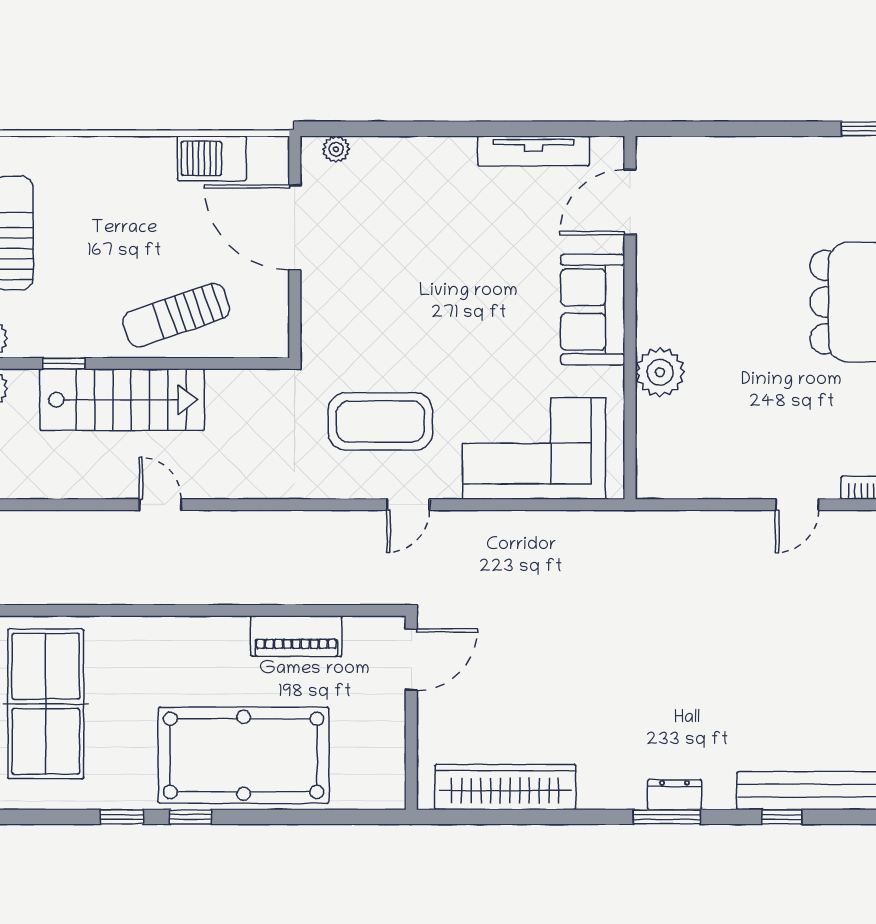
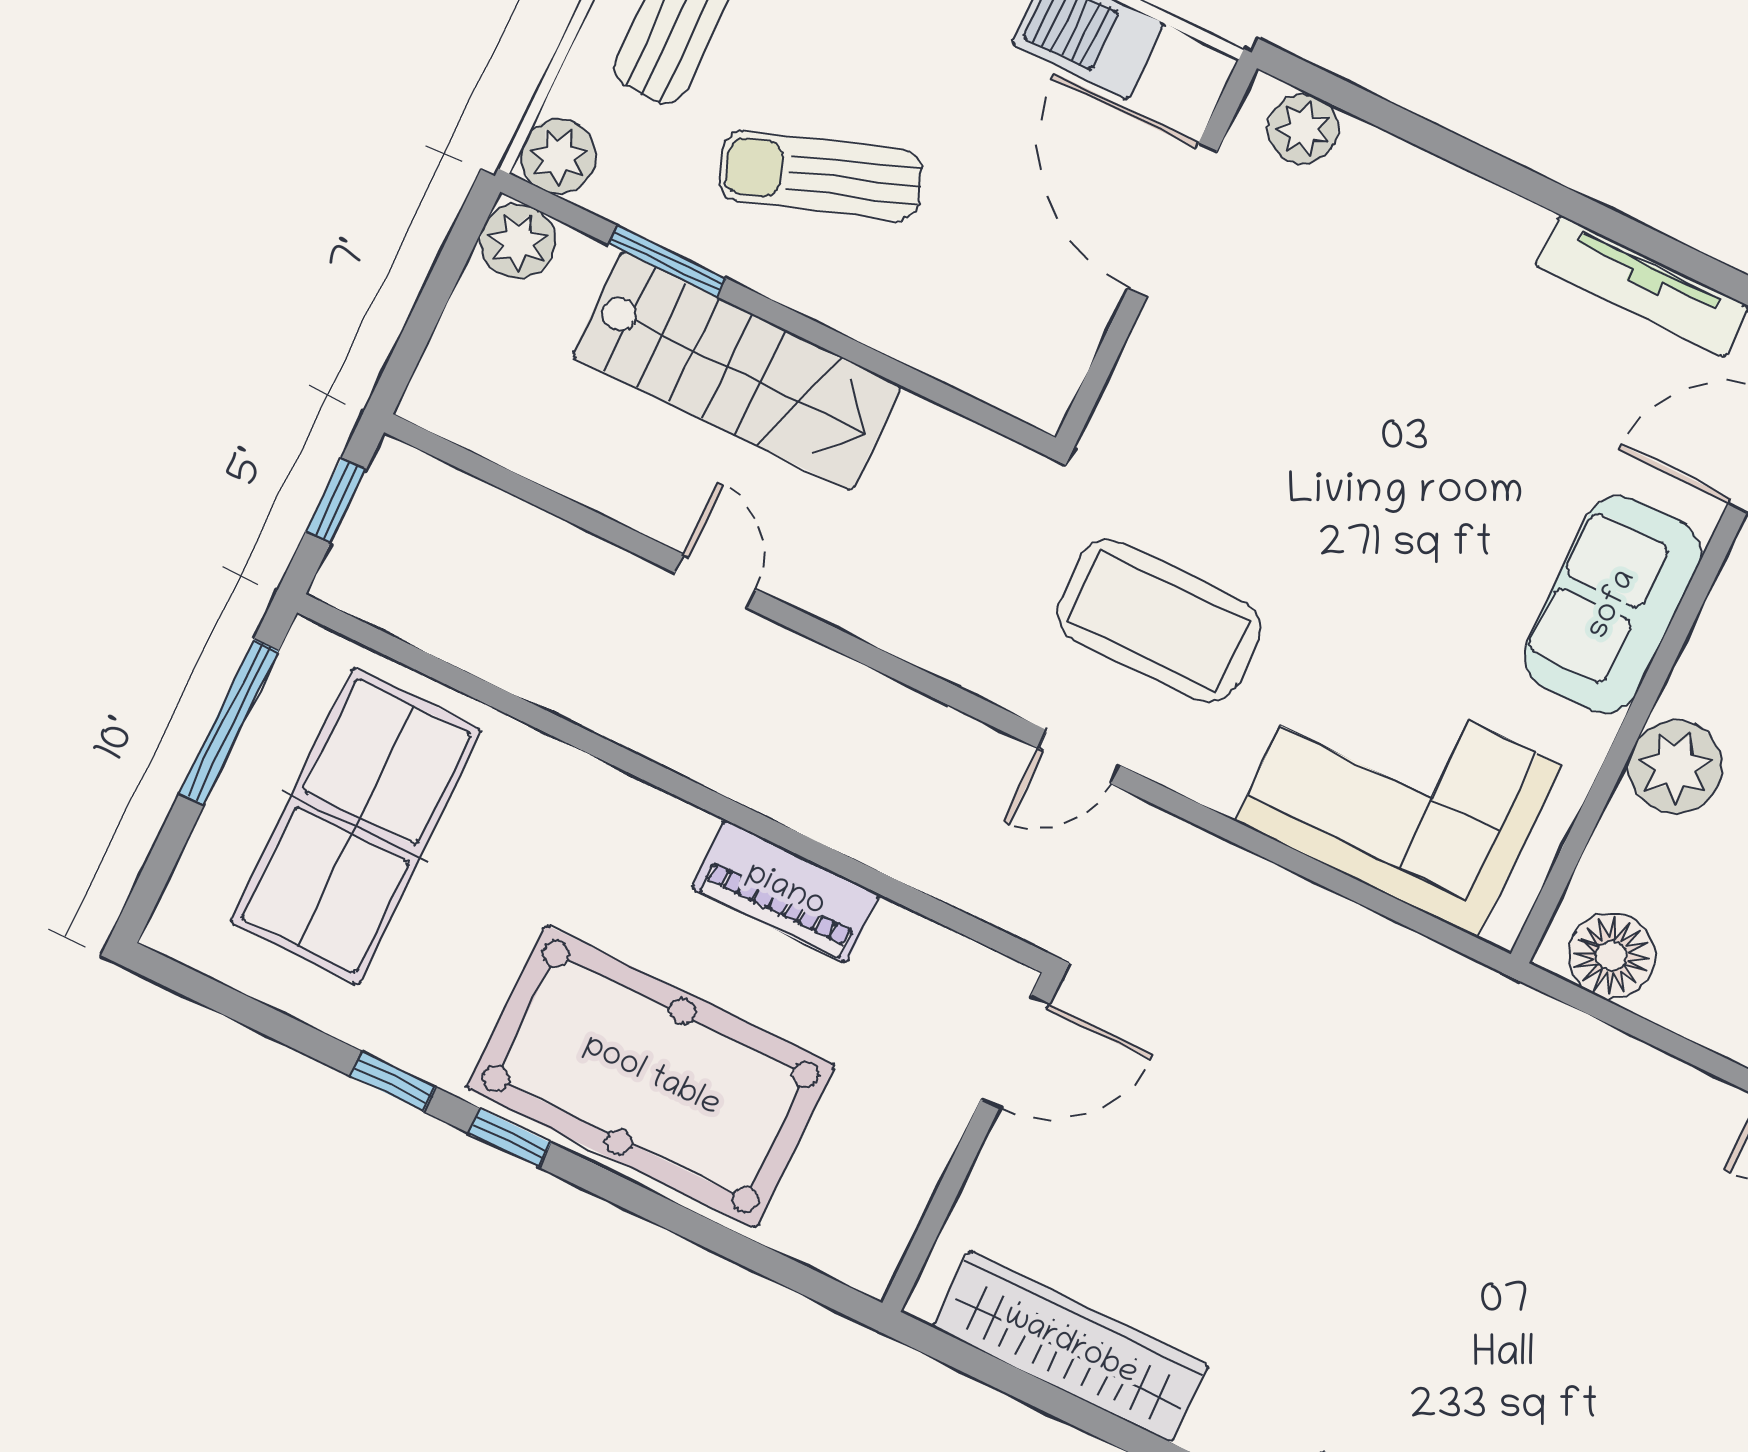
plant: (336, 149) -> (1303, 129), width x1.38, depth x1.38
sun lounger: (176, 315) -> (821, 175), moved
window: (64, 363) -> (667, 261), width x1.50
floor lamp: (673, 477) -> (1611, 956), added
door: (408, 505) -> (1079, 757), moved
piano: (296, 636) -> (785, 891), moved

